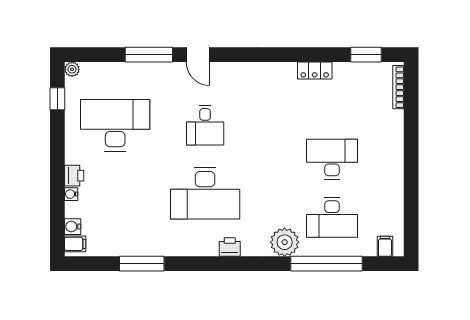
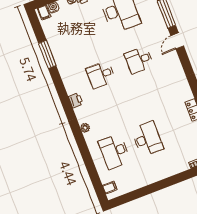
desk: (205, 193) -> (101, 75), width x0.53, depth x0.77
plant: (285, 242) -> (85, 128), width x0.53, depth x0.53
window: (326, 264) -> (87, 158), removed

